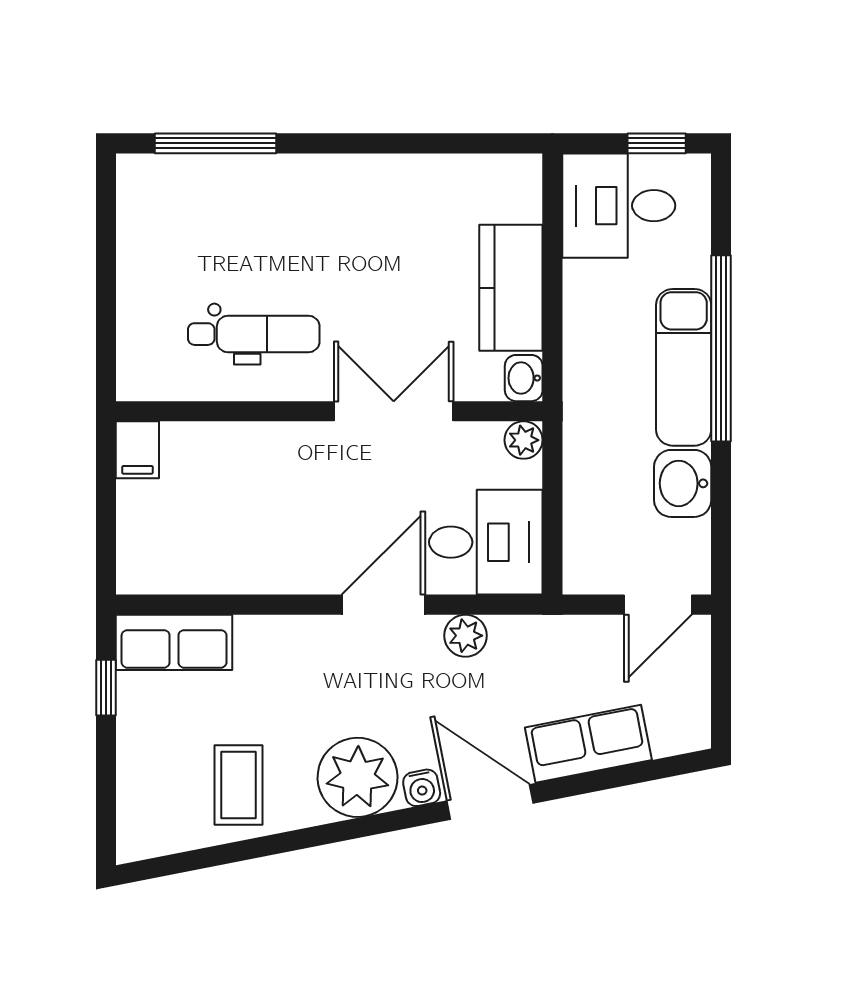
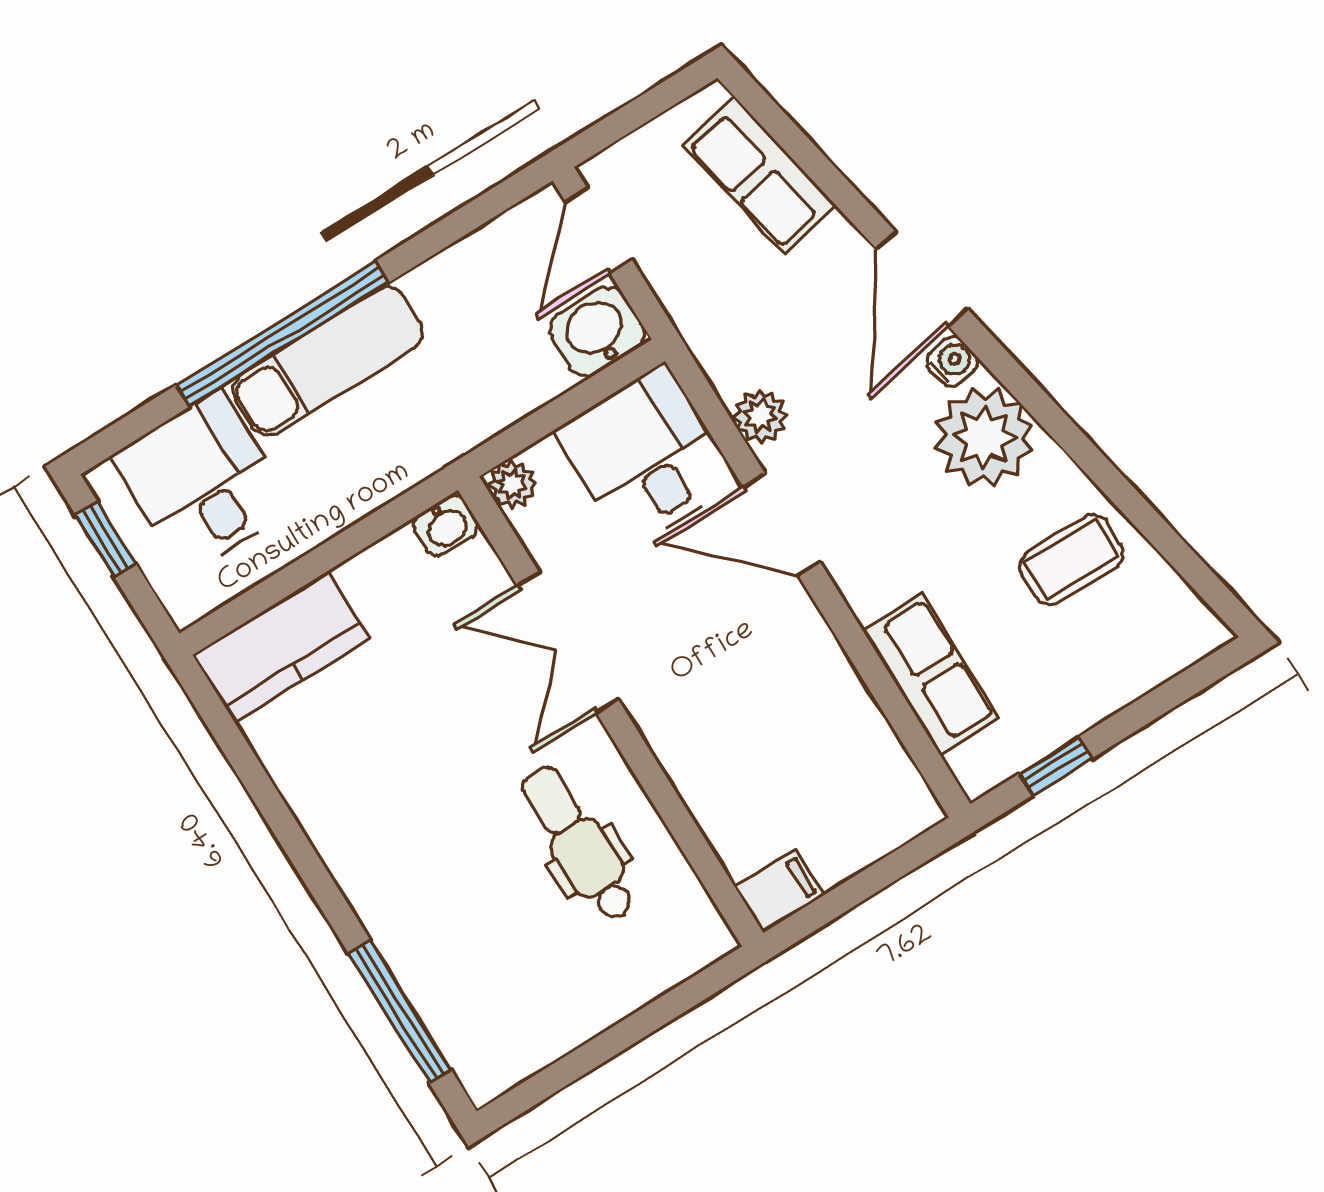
desk: (619, 206) -> (203, 482), moved, turned 180
kitchen counter: (511, 288) -> (281, 647), moved
washbasin: (683, 483) -> (597, 332), moved, turned 180
door: (658, 605) -> (599, 231), swing flipped
row of seats: (174, 642) -> (931, 674), moved
row of seats: (588, 744) -> (759, 175), moved

